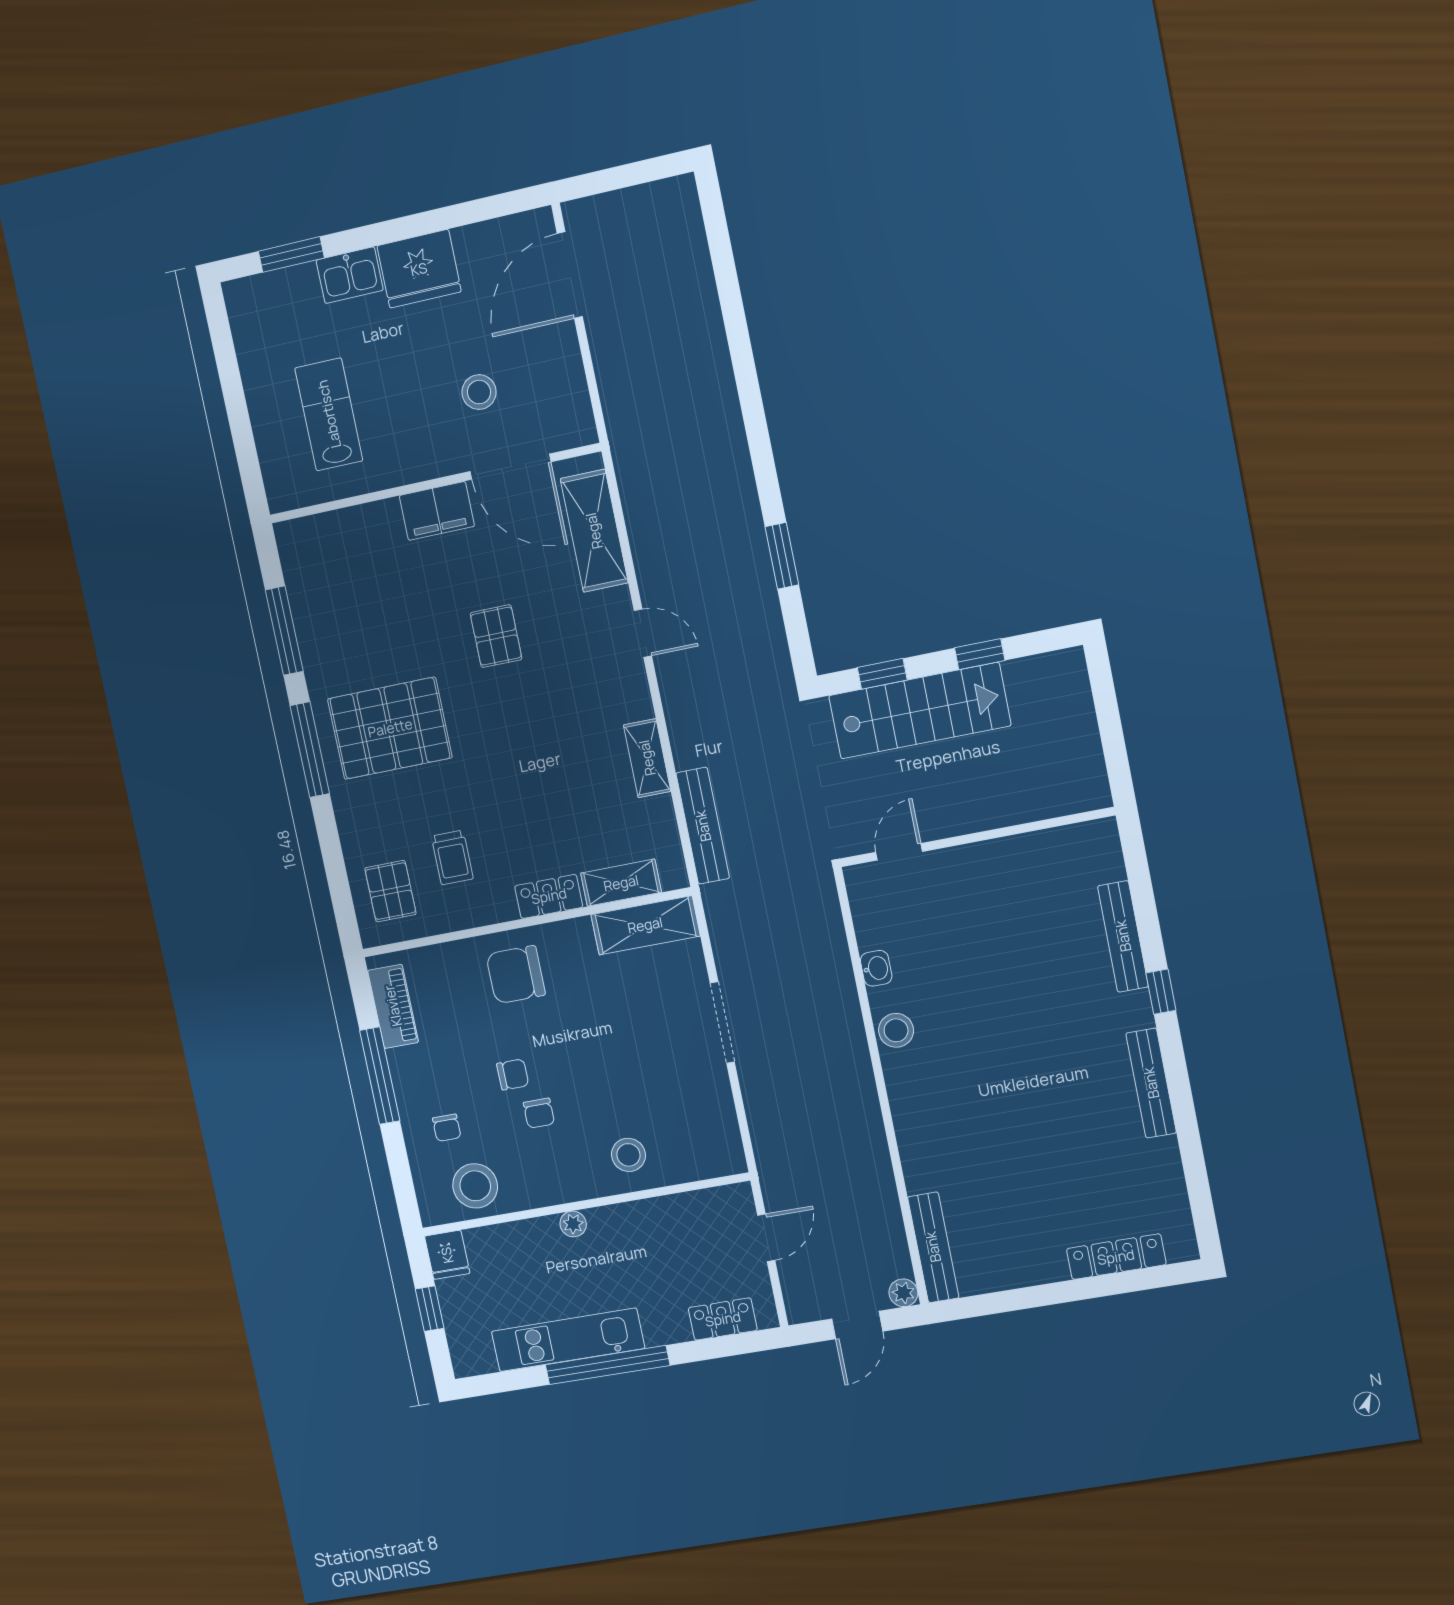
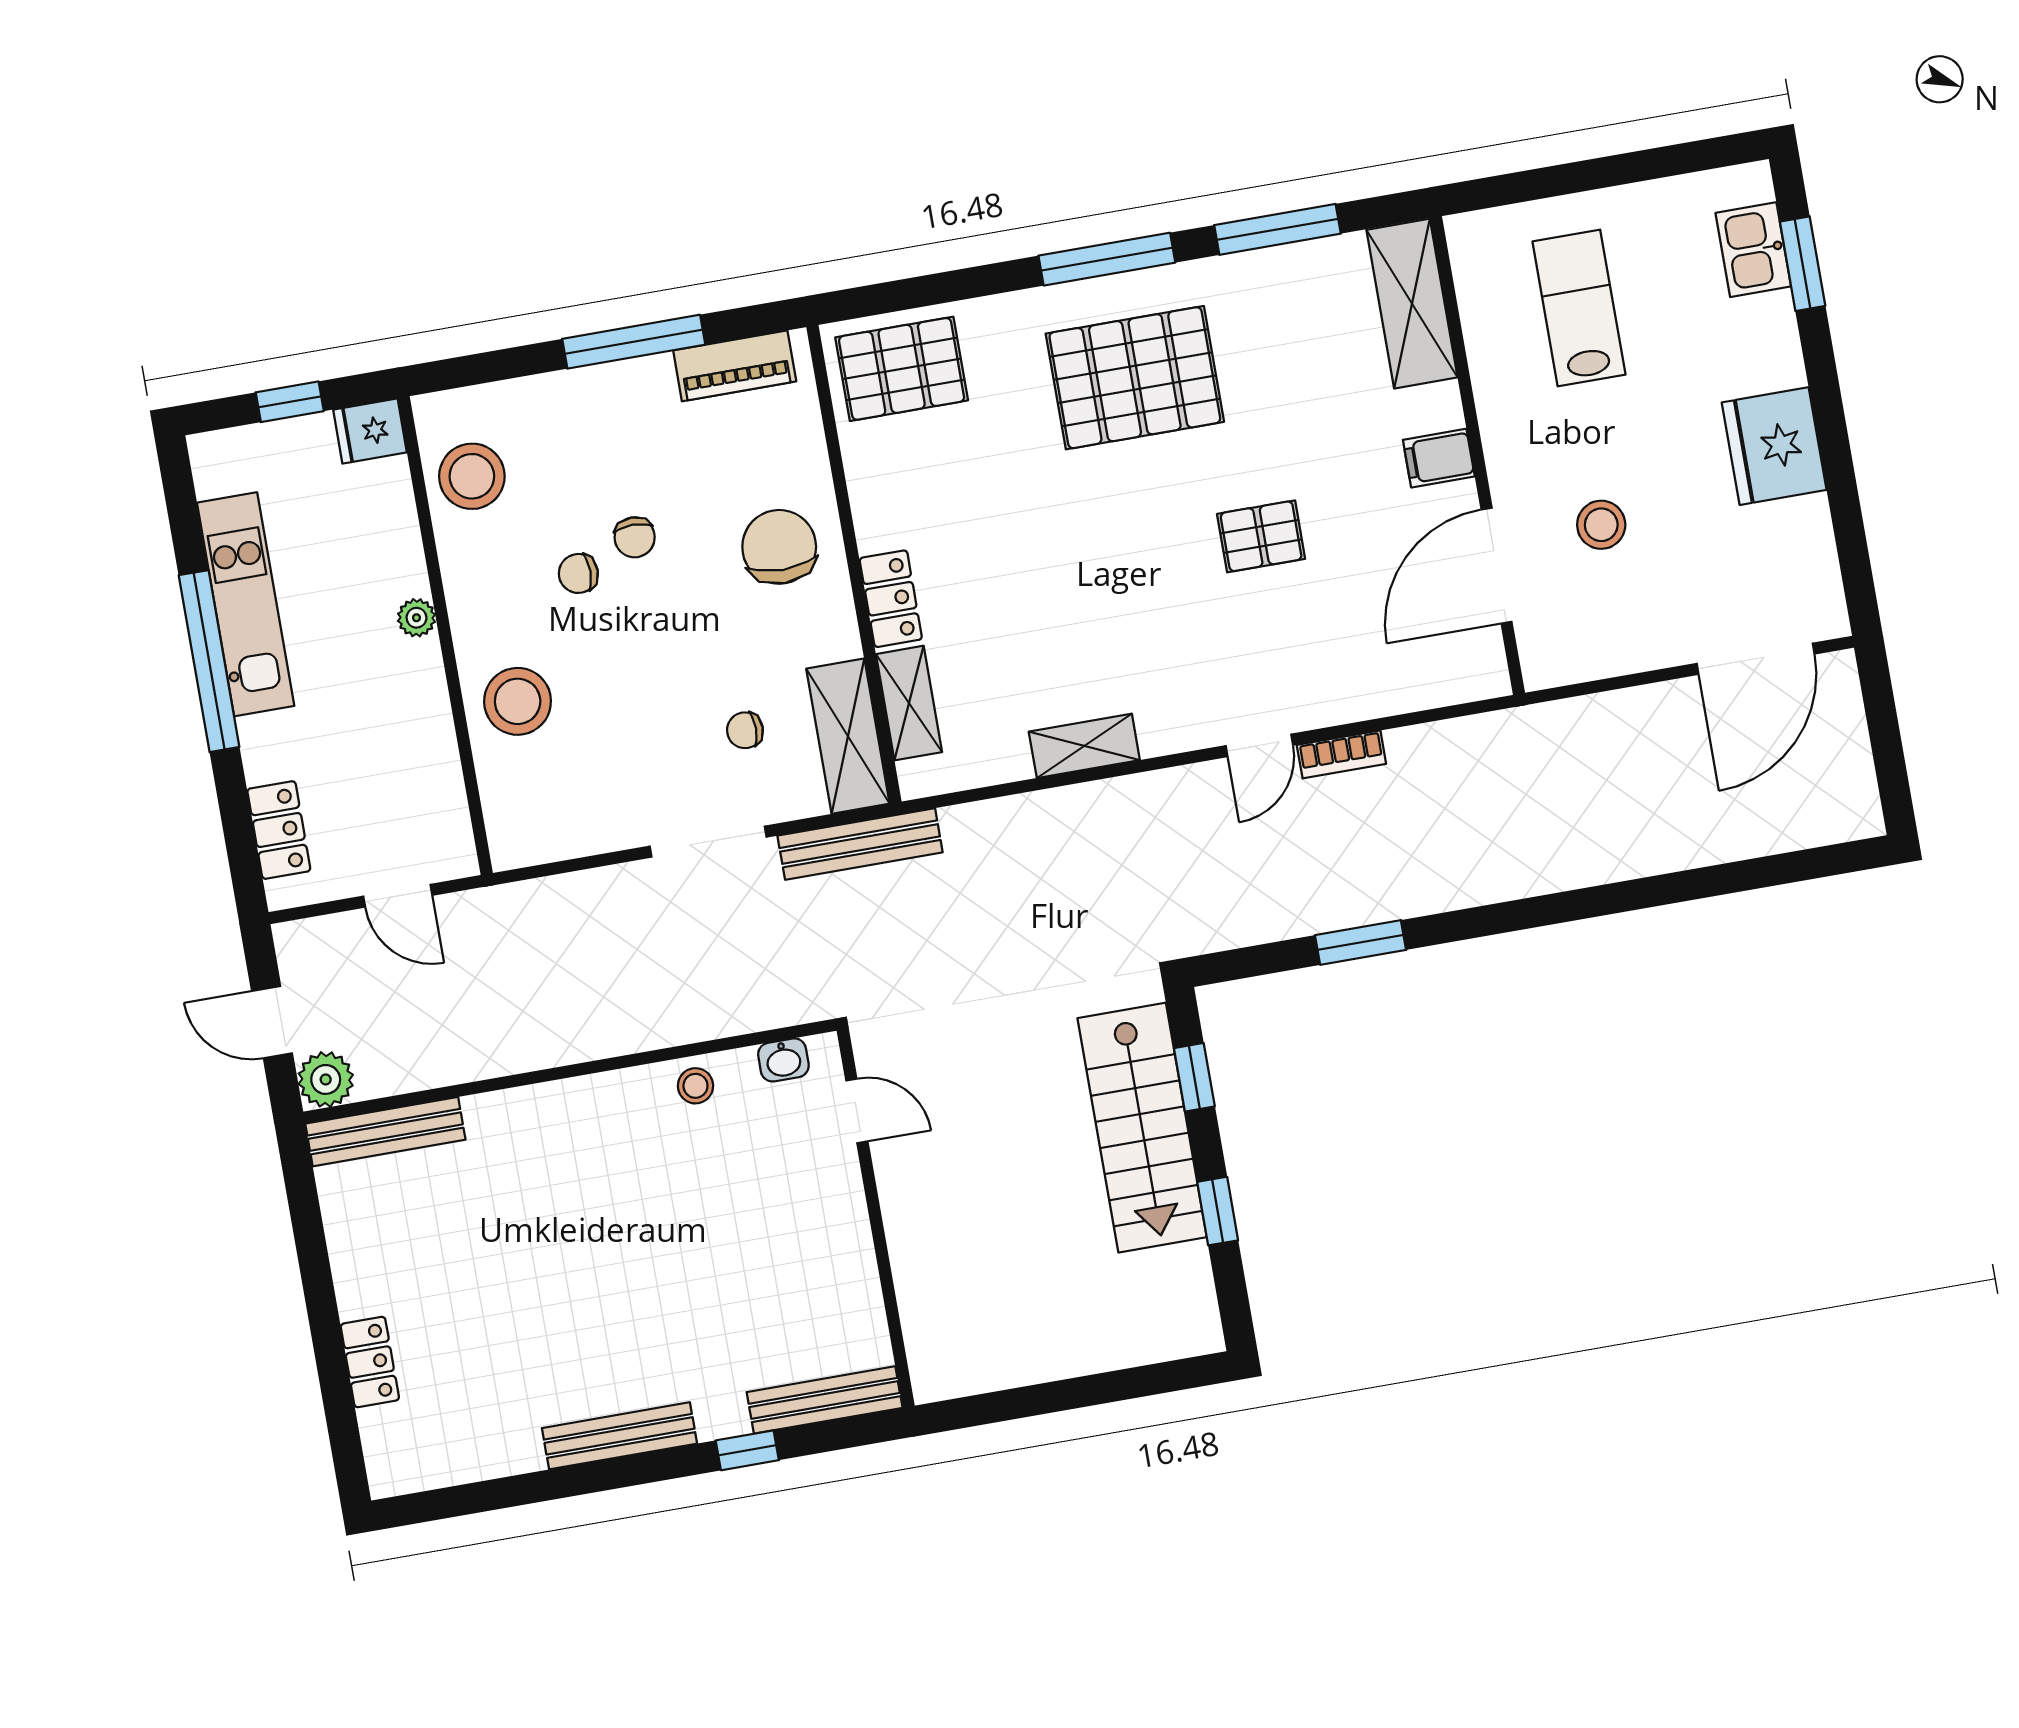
kitchen sink: (350, 275) -> (1753, 250), moved
door: (570, 275) -> (1756, 659), swing flipped
lab bench: (329, 414) -> (1579, 308), turned -90
filing cabinet: (437, 511) -> (1439, 458), width x0.50
shelving: (594, 531) -> (1412, 304), moved, turned 90
bookcase: (648, 574) -> (1341, 754), added
pallet: (390, 728) -> (1135, 378), turned 90
bench: (703, 826) -> (860, 844), moved
wall: (977, 837) -> (876, 1218), moved
door: (899, 852) -> (857, 1111), moved
trolley: (452, 858) -> (949, 461), removed
pallet: (390, 891) -> (902, 369), width x1.50, depth x1.42
stool: (896, 1030) -> (695, 1086), width x0.73, depth x0.73
chair: (447, 1128) -> (745, 730), moved
stool: (628, 1155) -> (518, 701), width x1.38, depth x1.38
locker: (1116, 1257) -> (370, 1362), width x0.66
plant: (903, 1293) -> (326, 1079), width x1.38, depth x1.38

